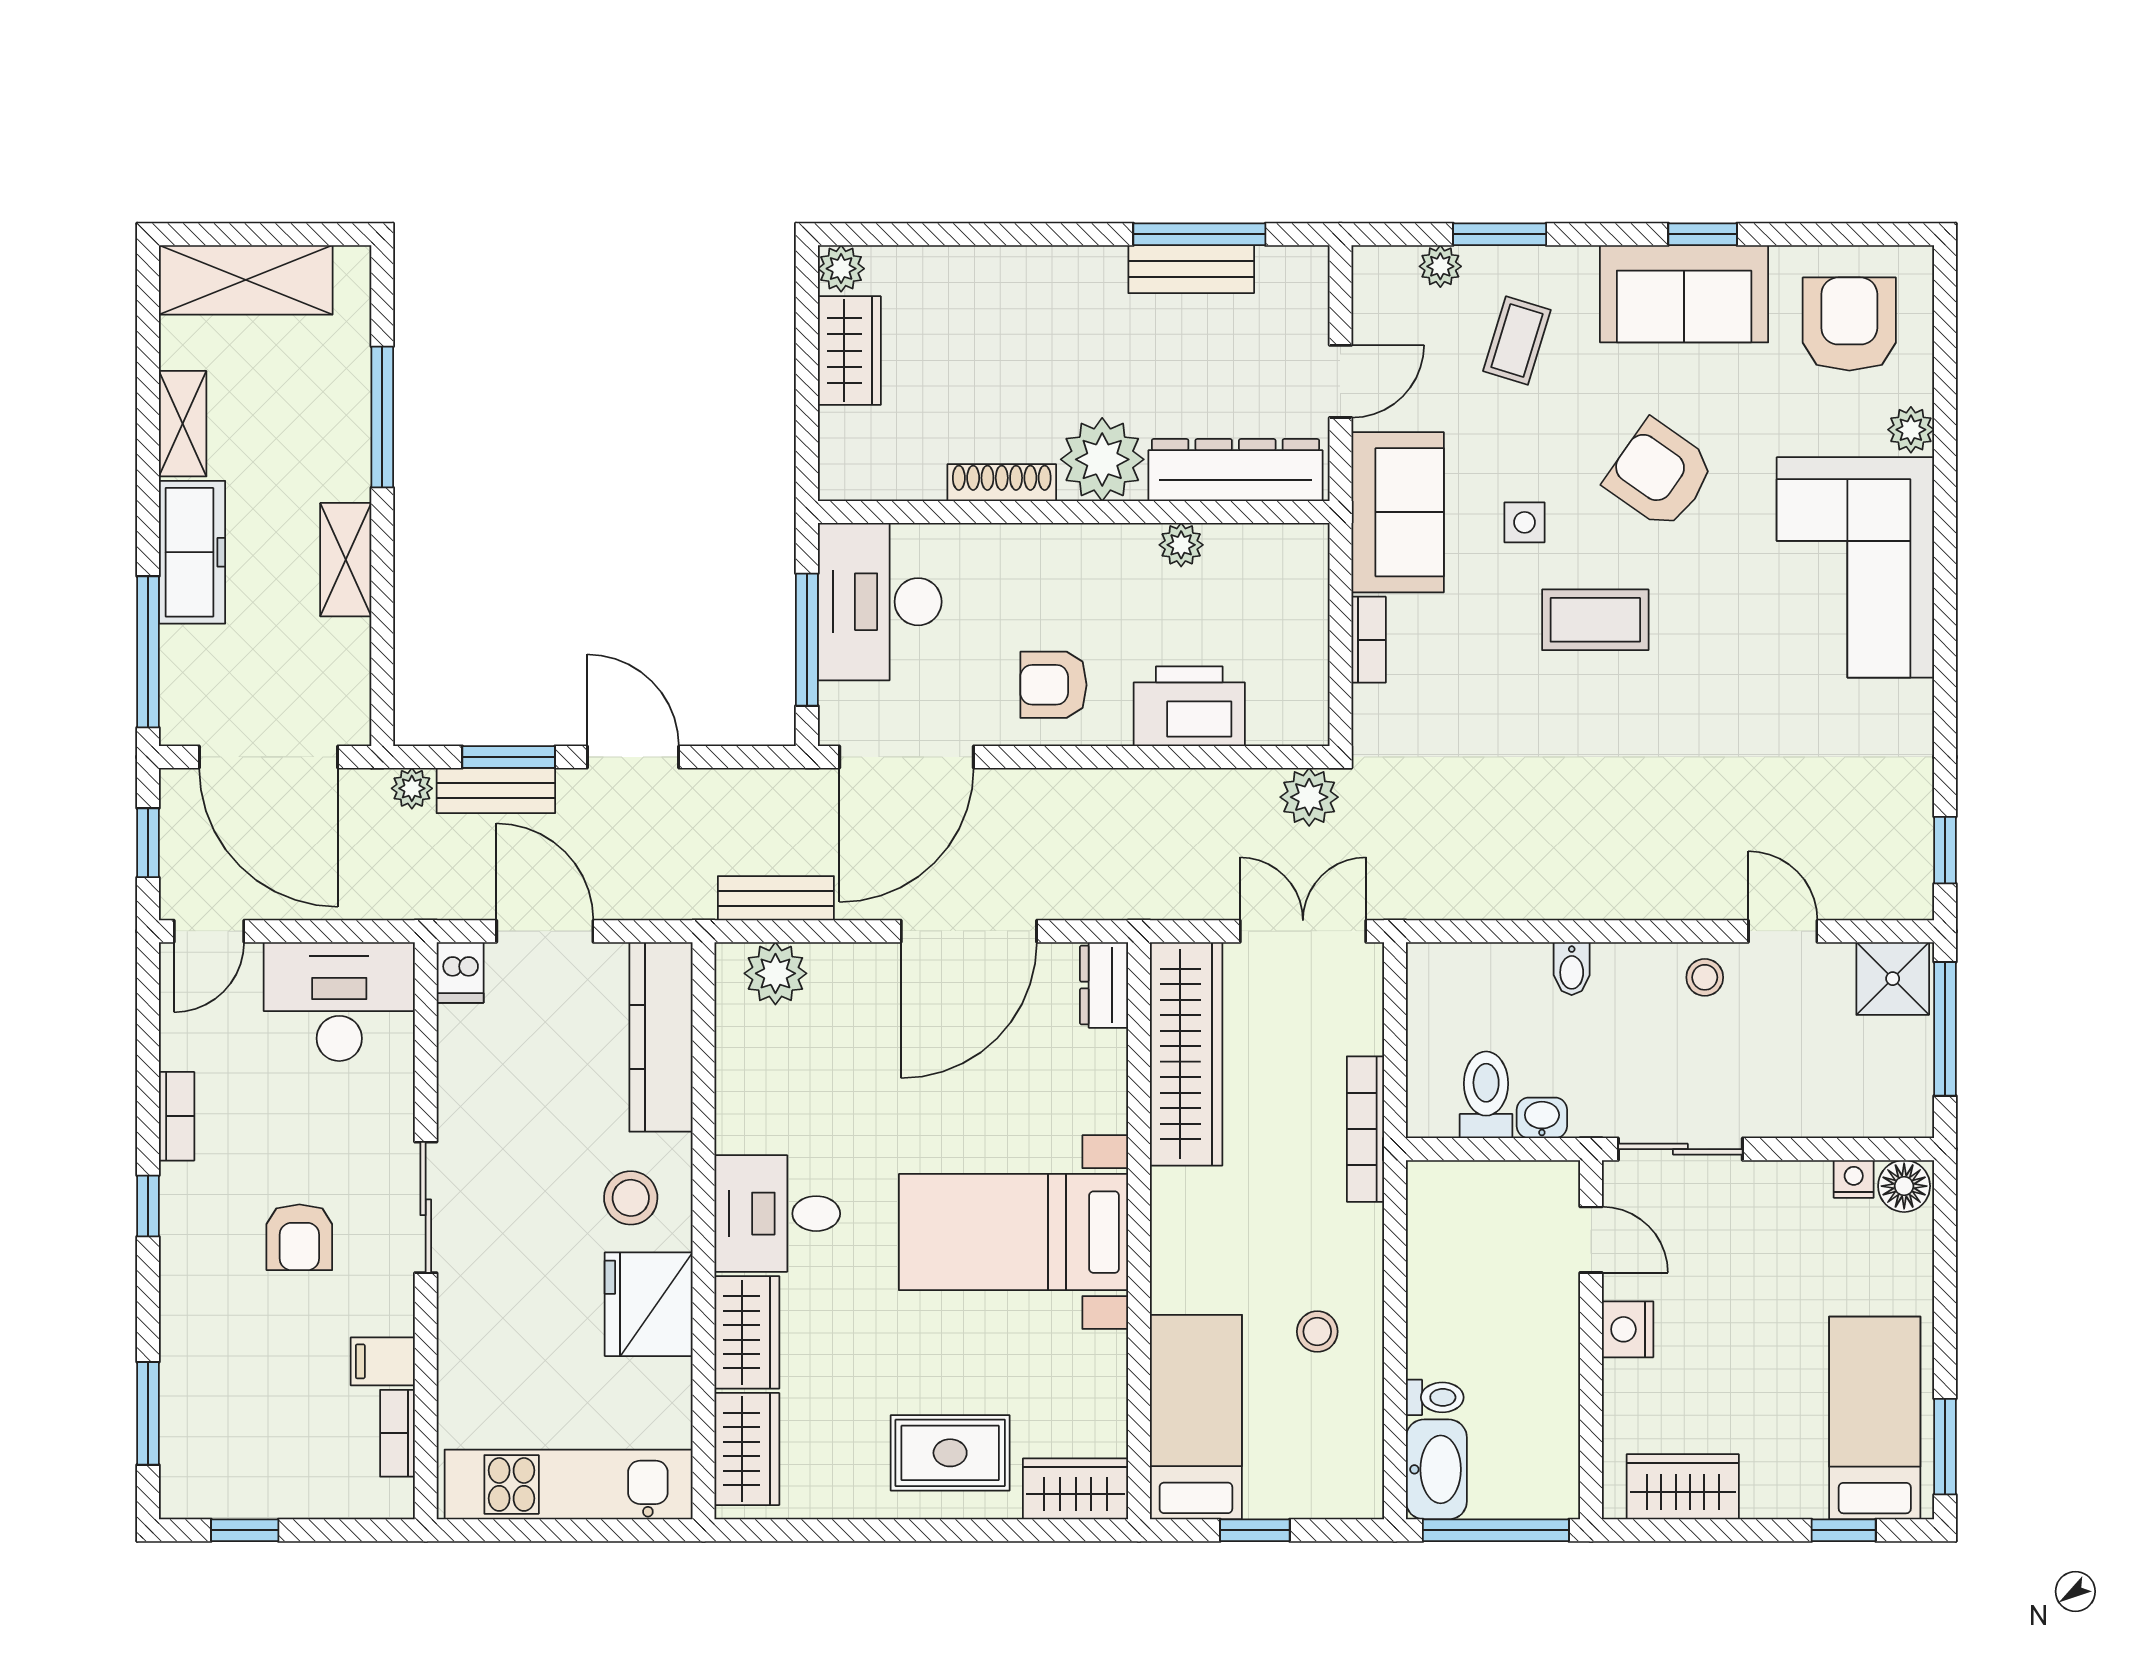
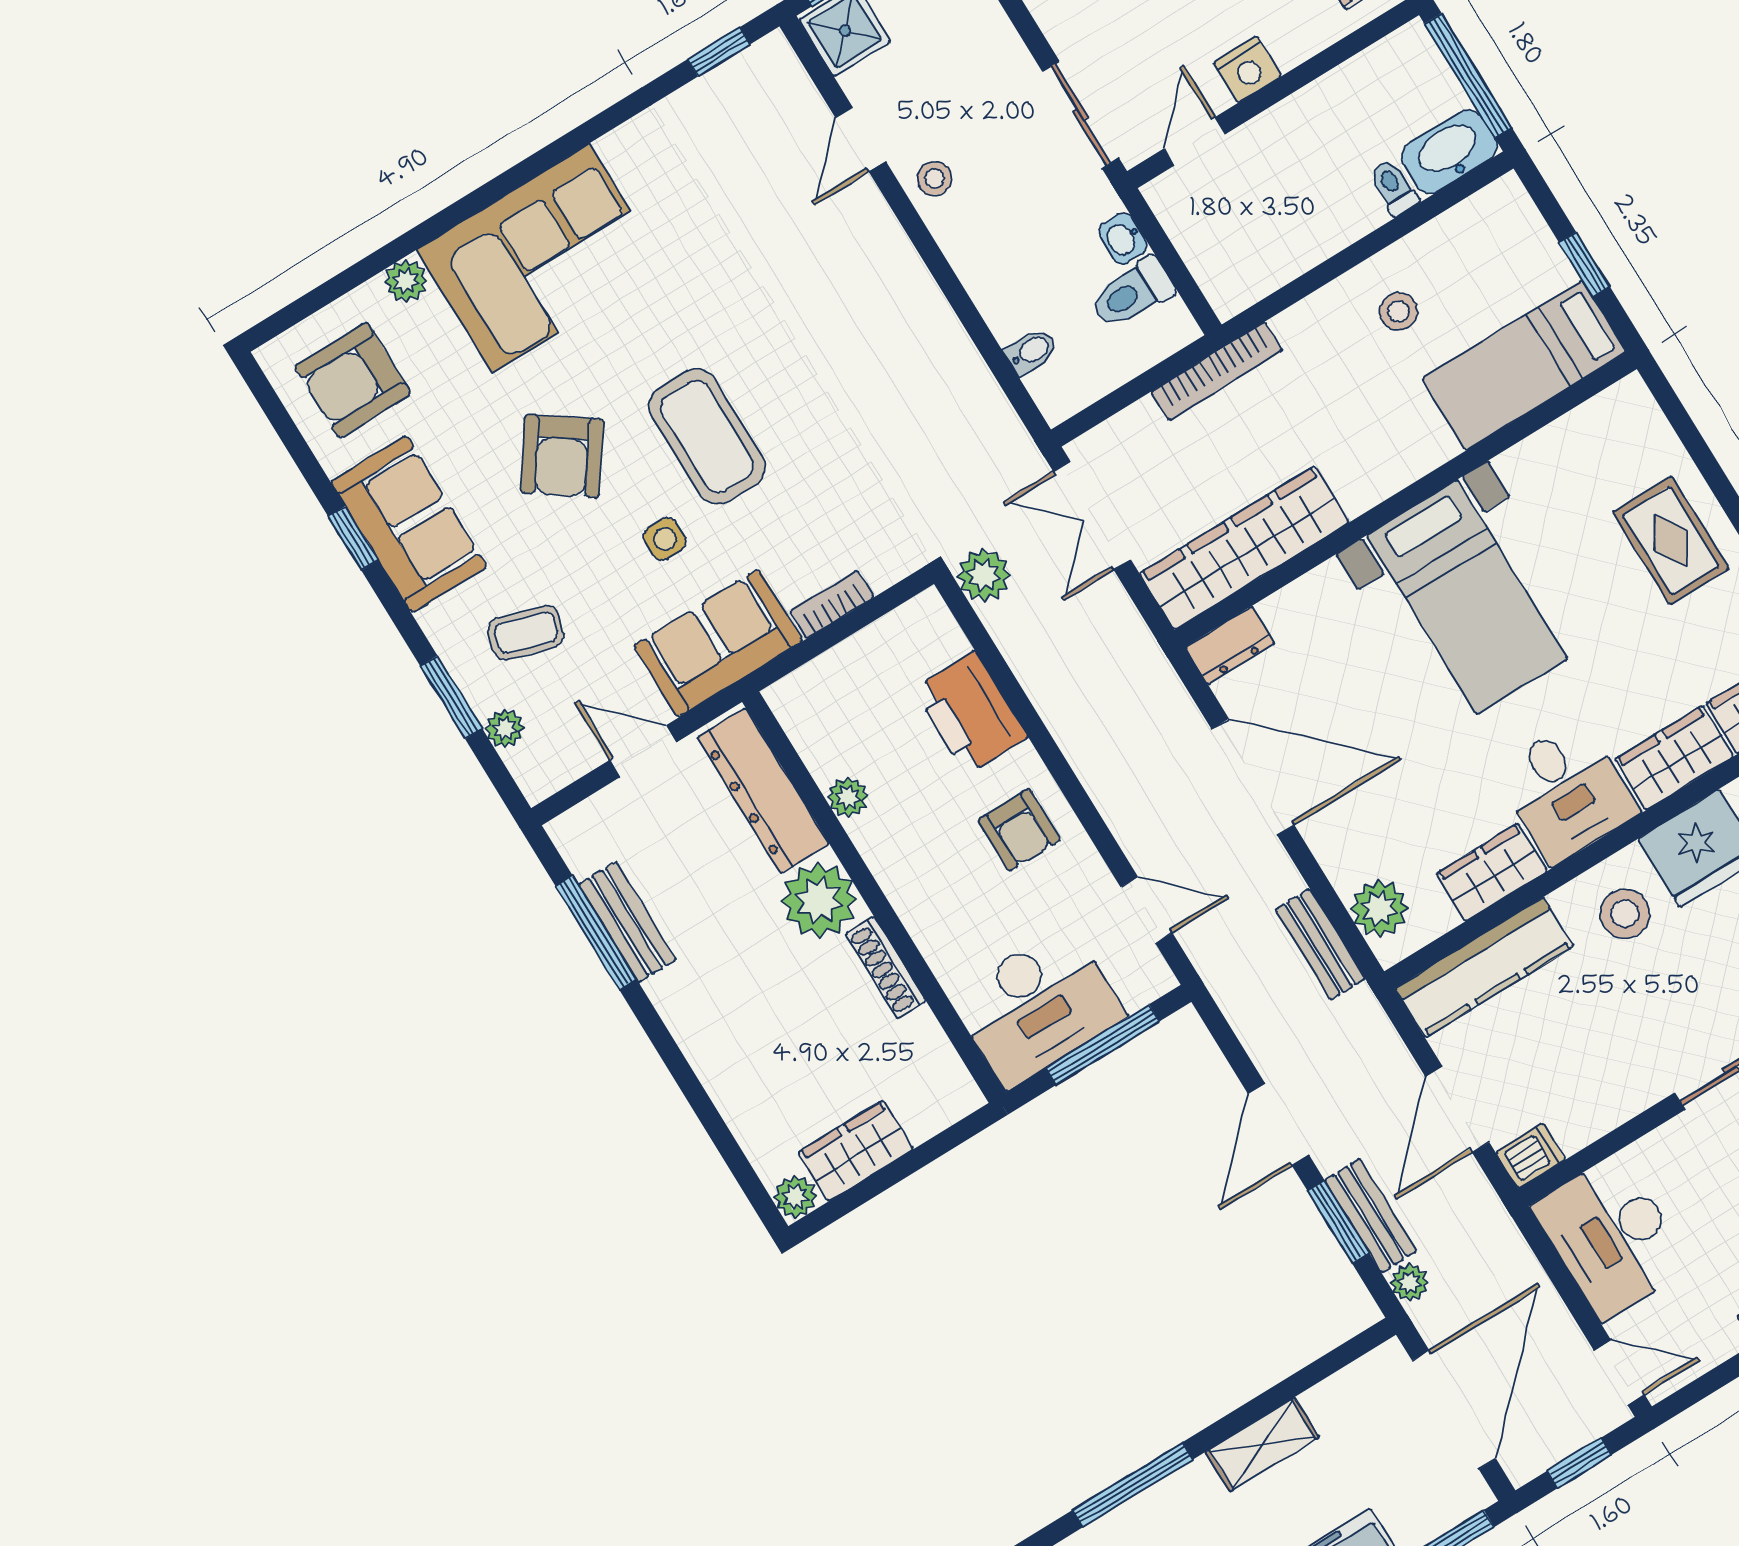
coffee table: (1595, 620) -> (707, 437), width x1.36, depth x1.32
door: (907, 757) -> (1147, 910), width x0.53
bidet: (1572, 969) -> (1031, 351), moved
wardrobe: (1076, 1489) -> (1492, 872), moved, turned 90

